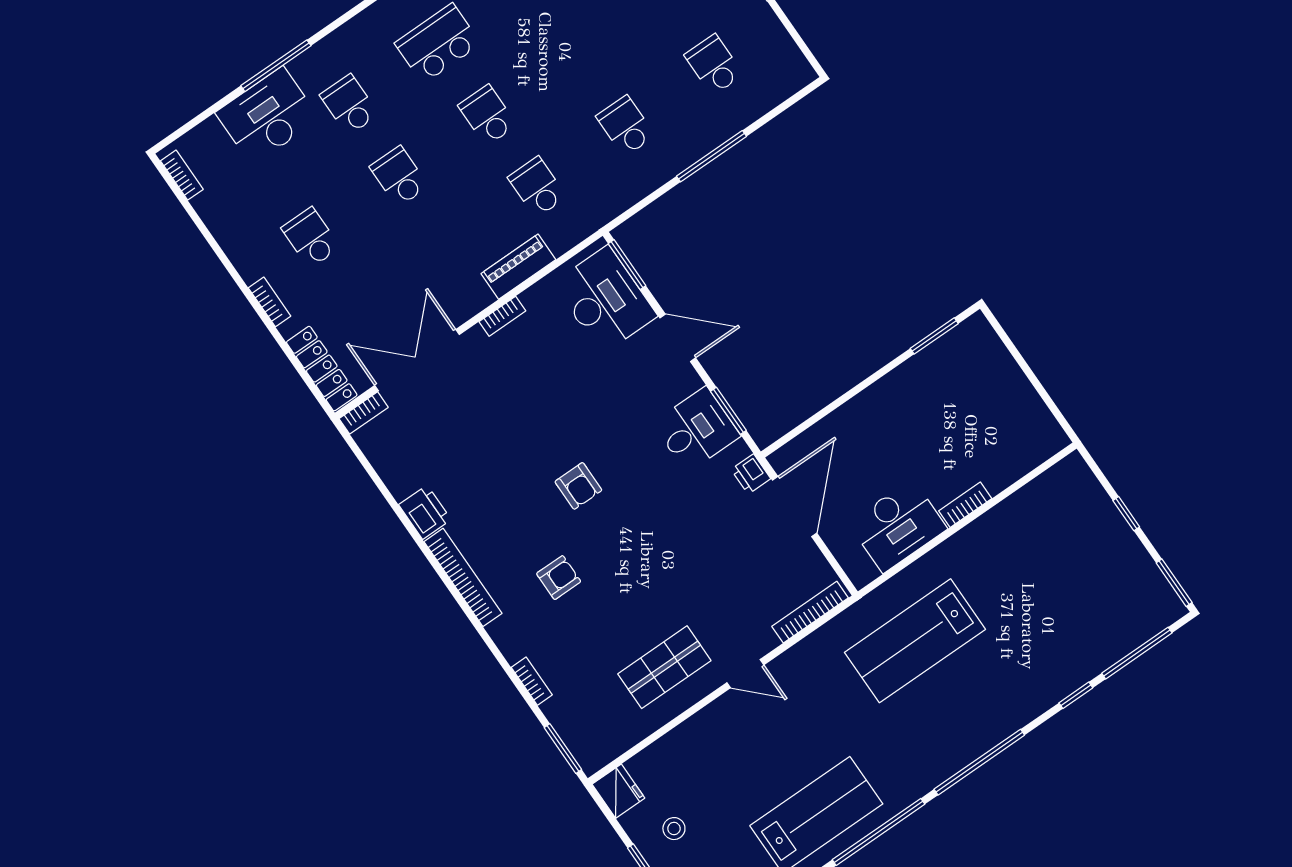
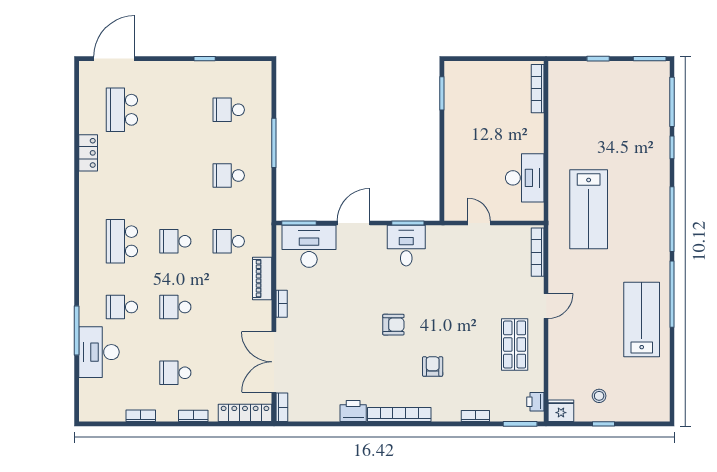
bookcase: (182, 175) -> (141, 416), moved
printer: (751, 474) -> (535, 402), moved, turned 90
bookcase: (965, 505) -> (538, 89), moved, width x1.56
door: (795, 507) -> (479, 223), width x0.53

